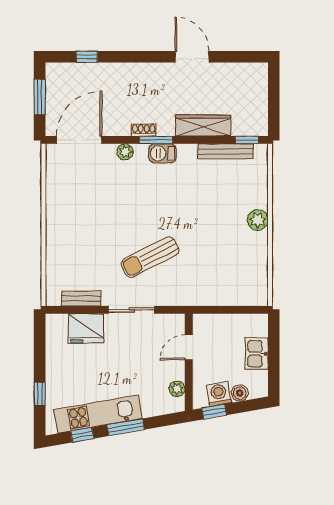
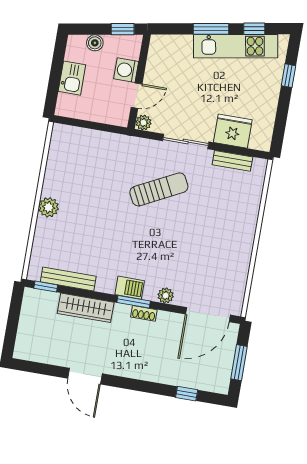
plant: (177, 389) -> (144, 123), moved
washing machine: (219, 394) -> (126, 70), moved, turned 100

